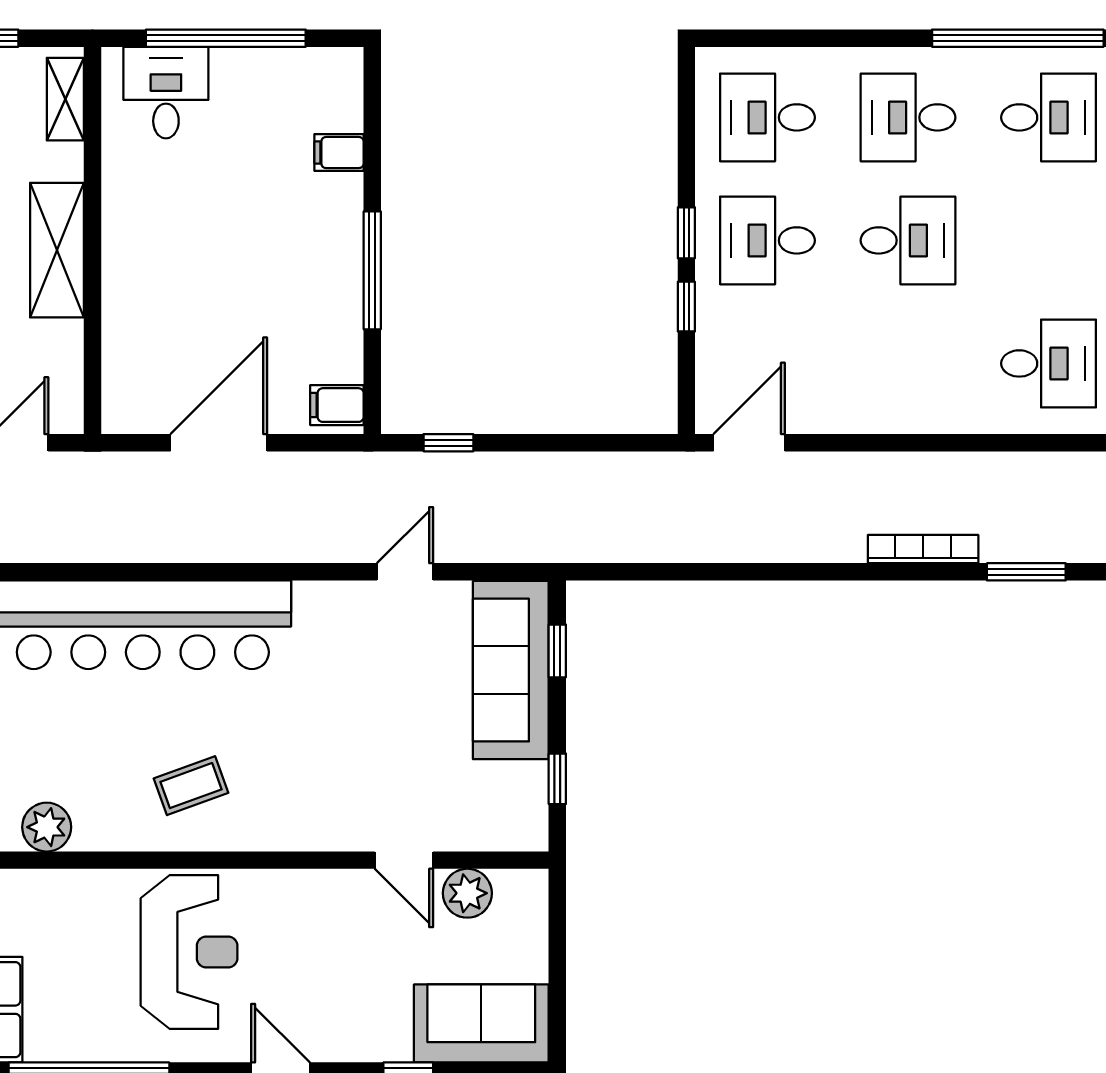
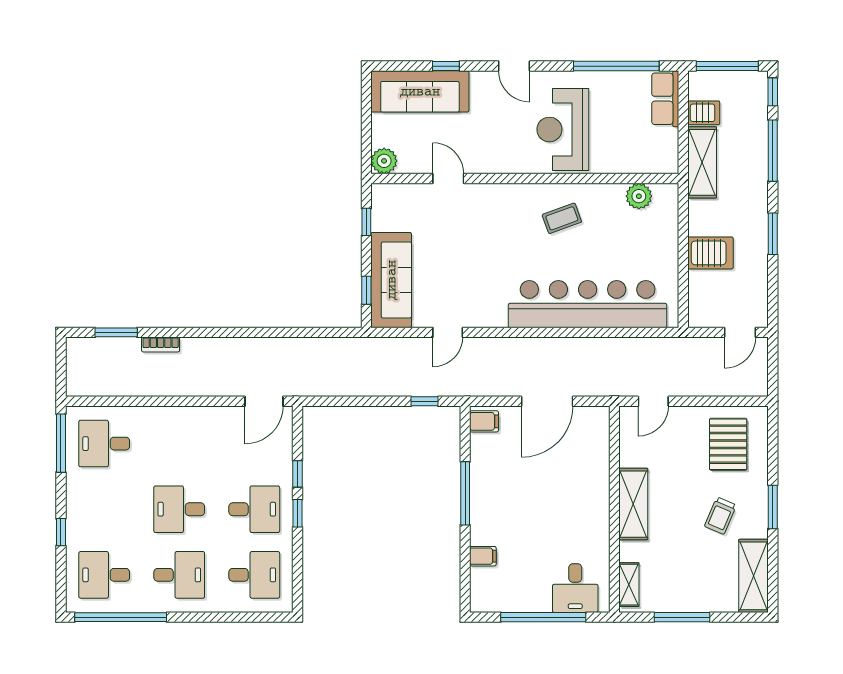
bookcase: (923, 549) -> (161, 345), width x0.64
plant: (467, 893) -> (384, 161), moved
sofa: (481, 1023) -> (420, 91), width x1.36

